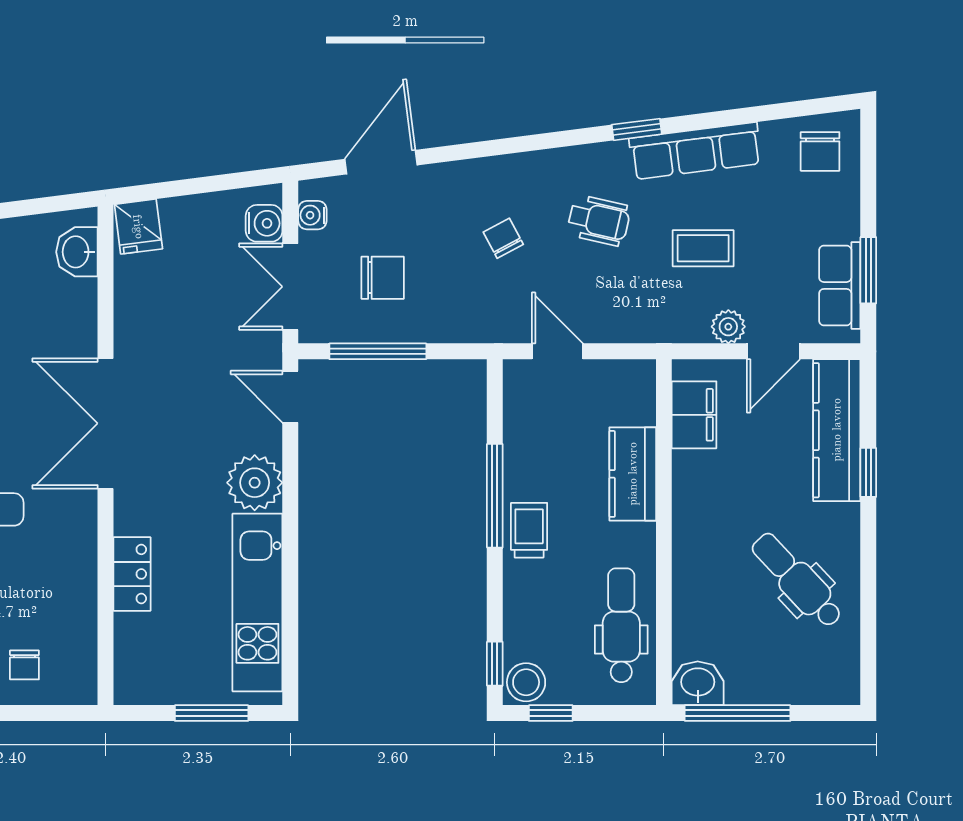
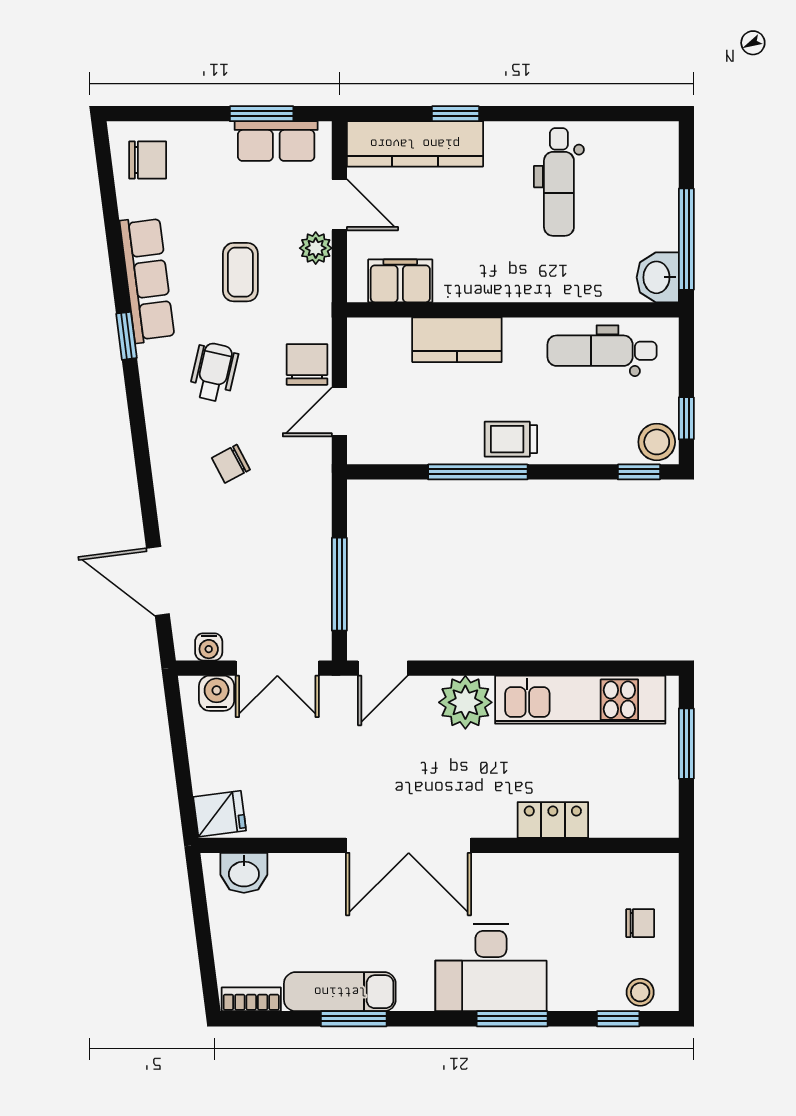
chair: (383, 278) -> (307, 364), moved
dental chair: (797, 580) -> (559, 182), turned -47

